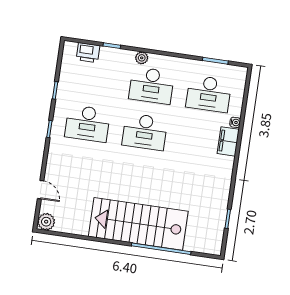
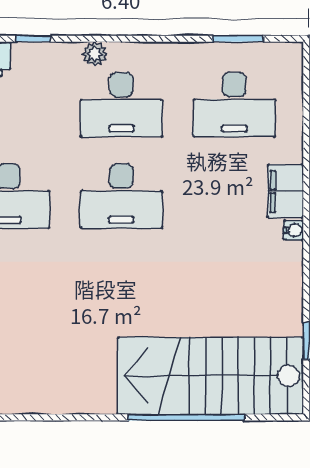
water cooler: (235, 122) -> (293, 230), moved
stairs: (138, 224) -> (210, 376), moved

